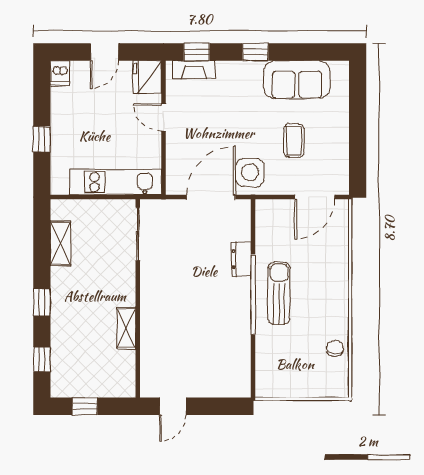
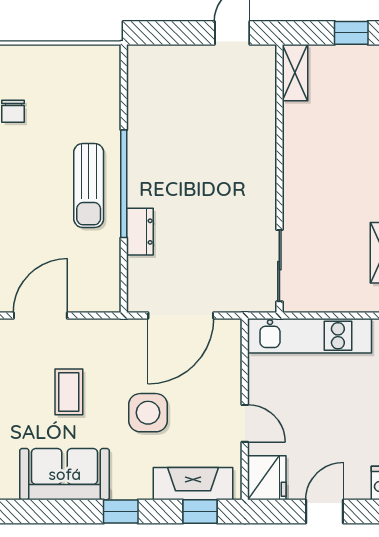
fireplace: (194, 70) -> (193, 484), width x1.37, depth x1.32
side table: (250, 172) -> (148, 413), moved
shelving: (126, 328) -> (295, 73), moved

